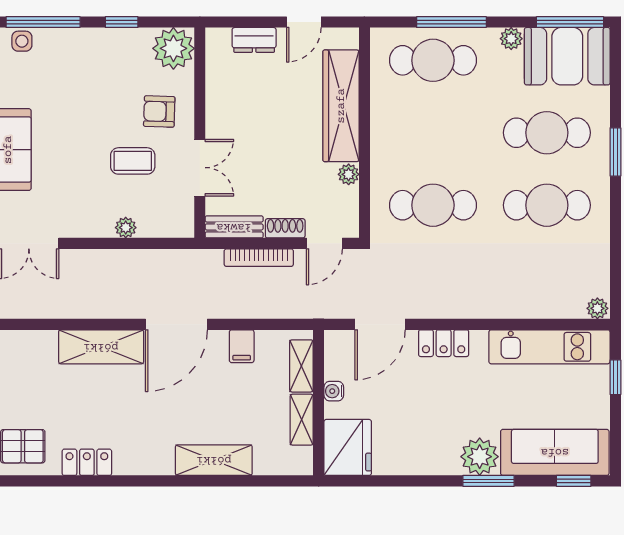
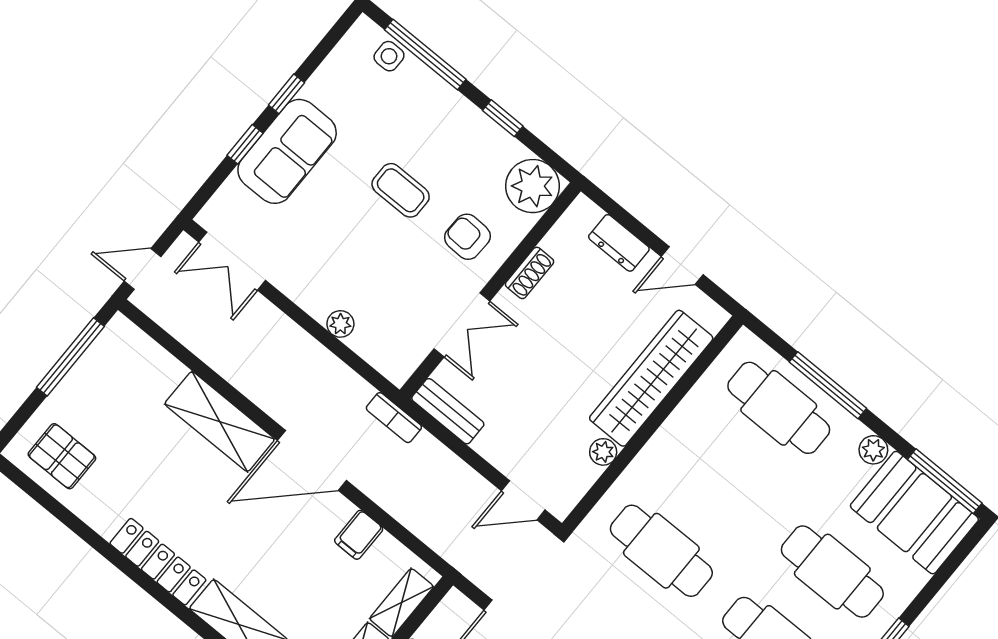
coffee table: (133, 161) -> (401, 190), moved
shoe rack: (285, 228) -> (530, 273), moved, turned 90
bookcase: (259, 258) -> (394, 418), moved, width x0.64
locker: (87, 462) -> (158, 562), moved, width x1.53

